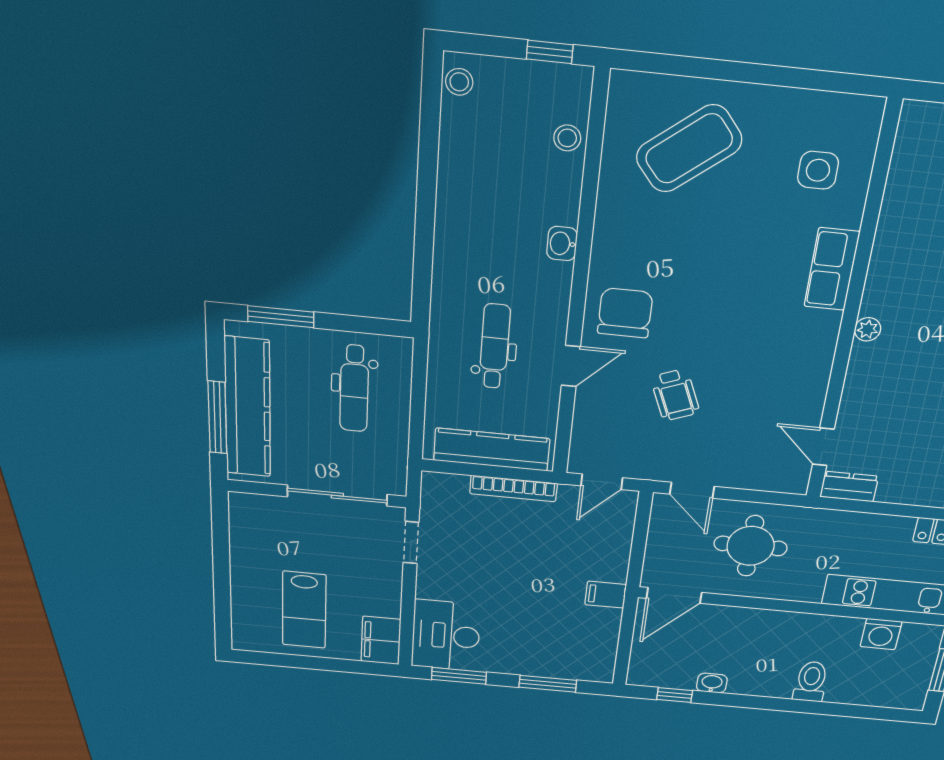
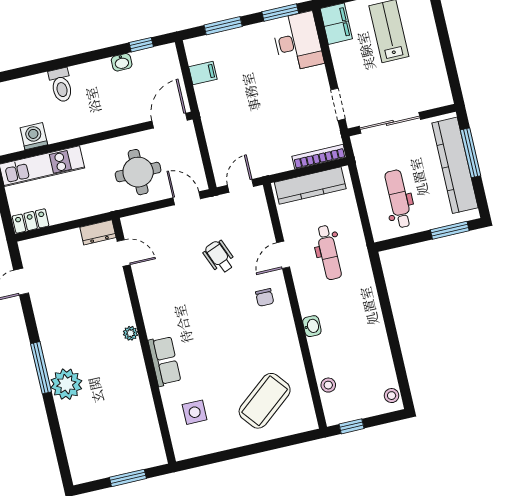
chair: (625, 313) -> (265, 297), width x0.54, depth x0.54
bookcase: (513, 488) -> (319, 157), moved
filing cabinet: (606, 595) -> (203, 73), moved

